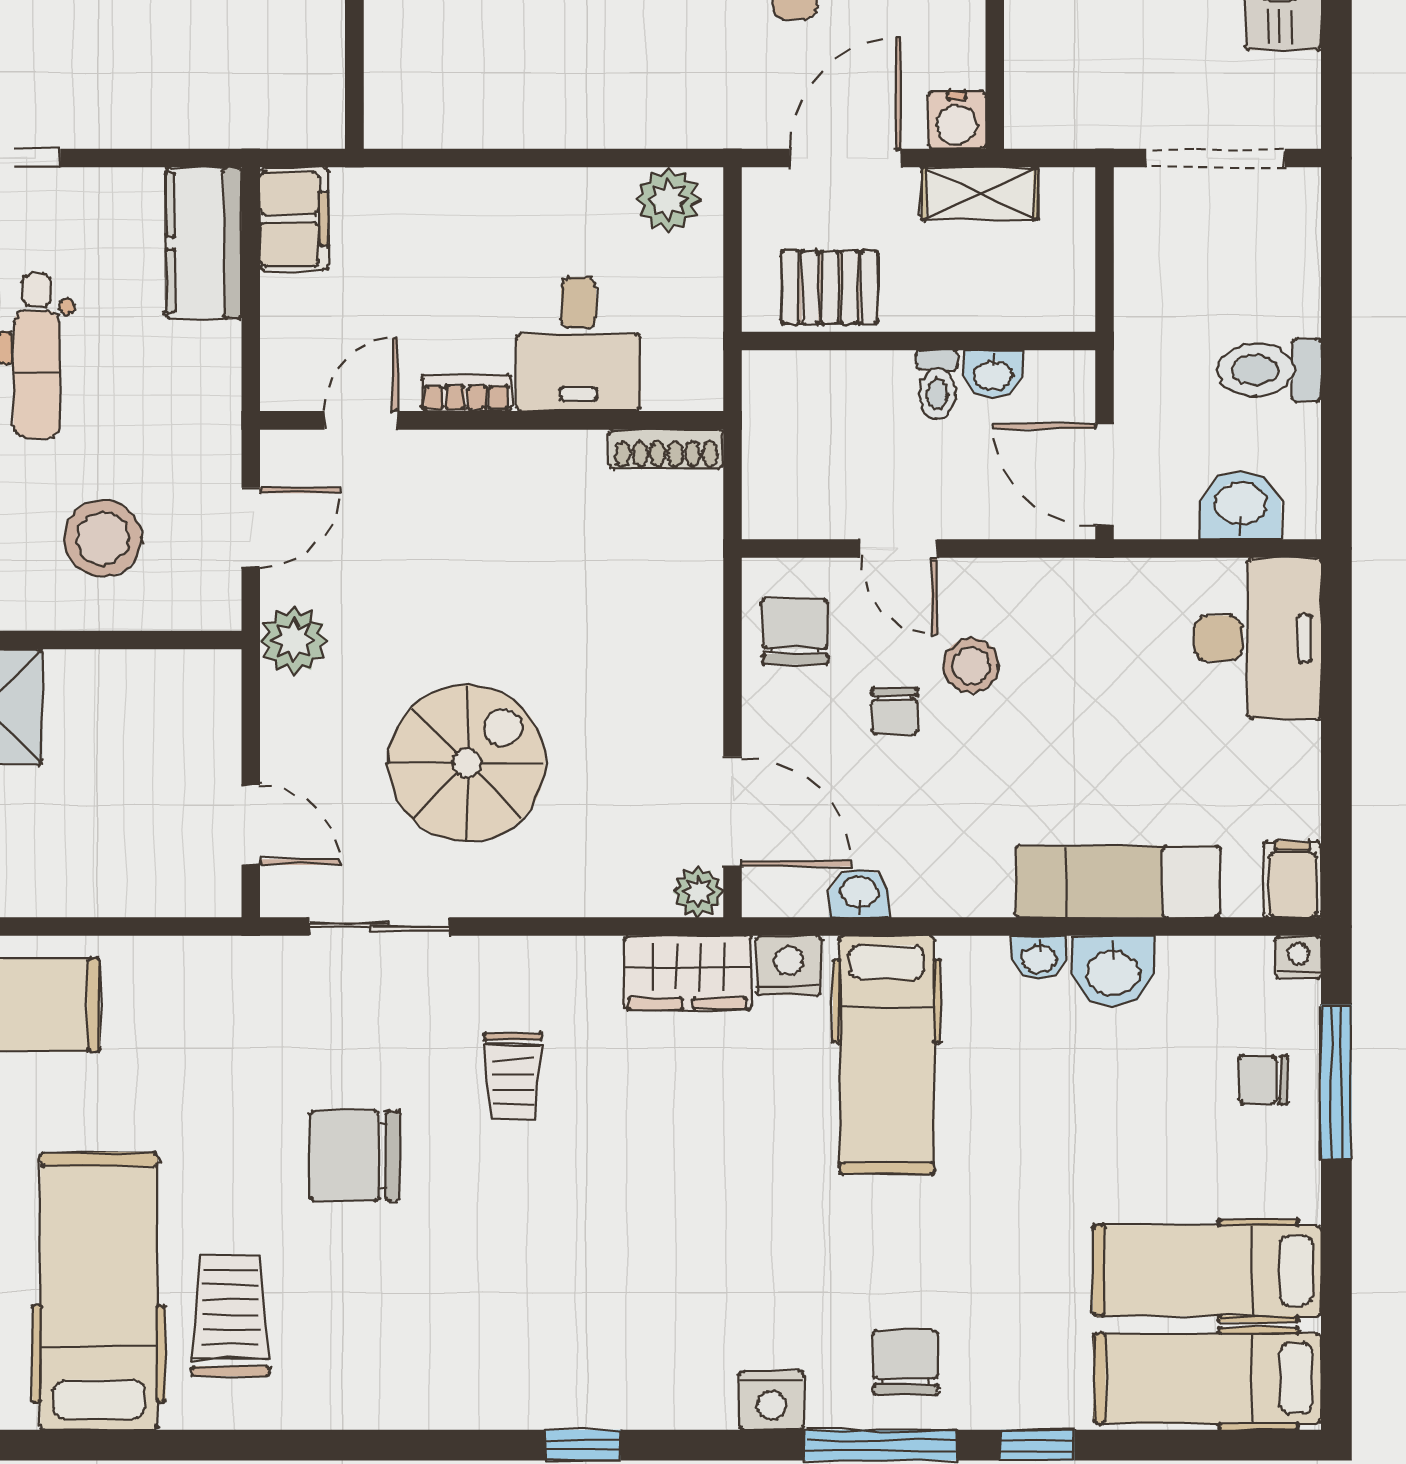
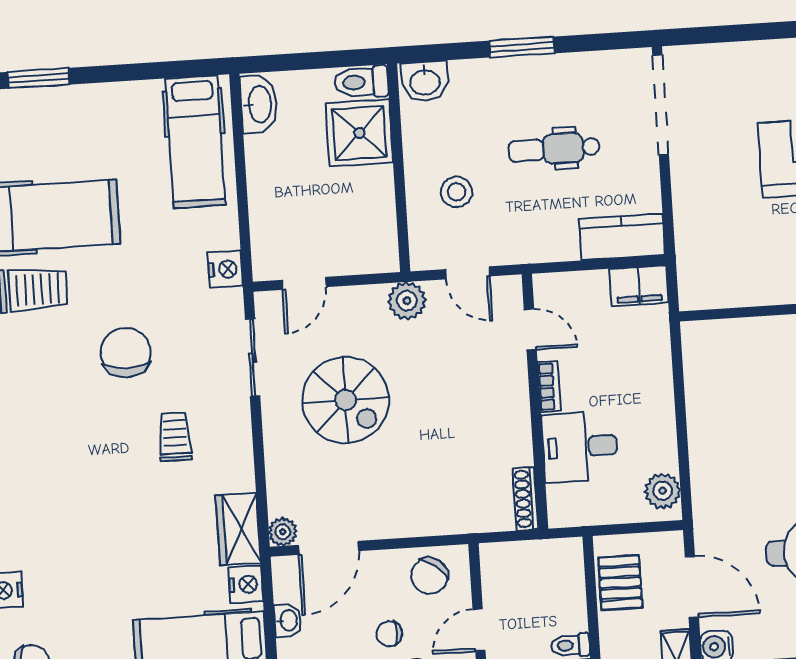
stool: (103, 538) -> (456, 192), width x0.73, depth x0.73
chair: (795, 632) -> (430, 576), turned 127
nightstand: (216, 966) -> (225, 269), added
trolley: (513, 1076) -> (175, 437), turned 90

